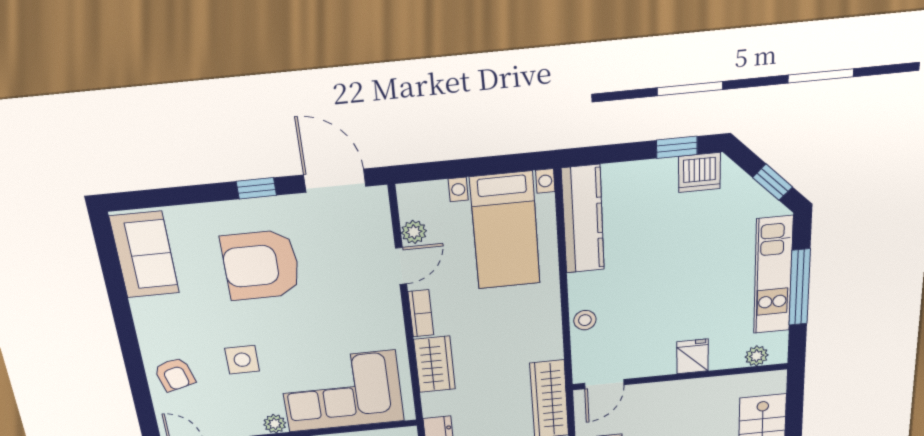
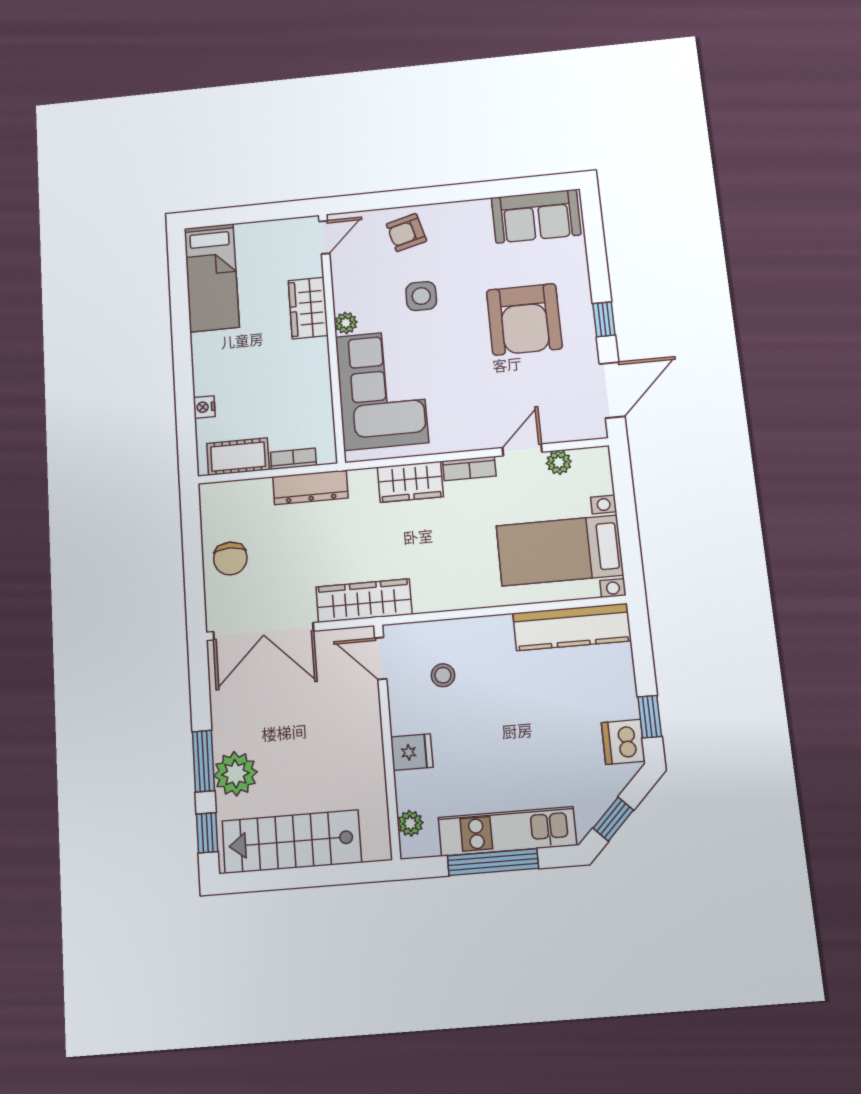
armchair: (261, 265) -> (524, 319), turned 180
door: (401, 266) -> (522, 450), swing flipped
stool: (585, 320) -> (443, 675), moved

